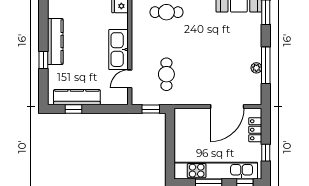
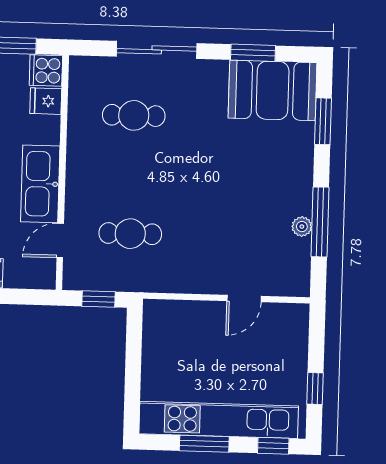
cafe table: (166, 74) -> (130, 234), turned 90
door: (227, 107) -> (244, 299), width x0.53
locker: (255, 130) -> (296, 344), removed

